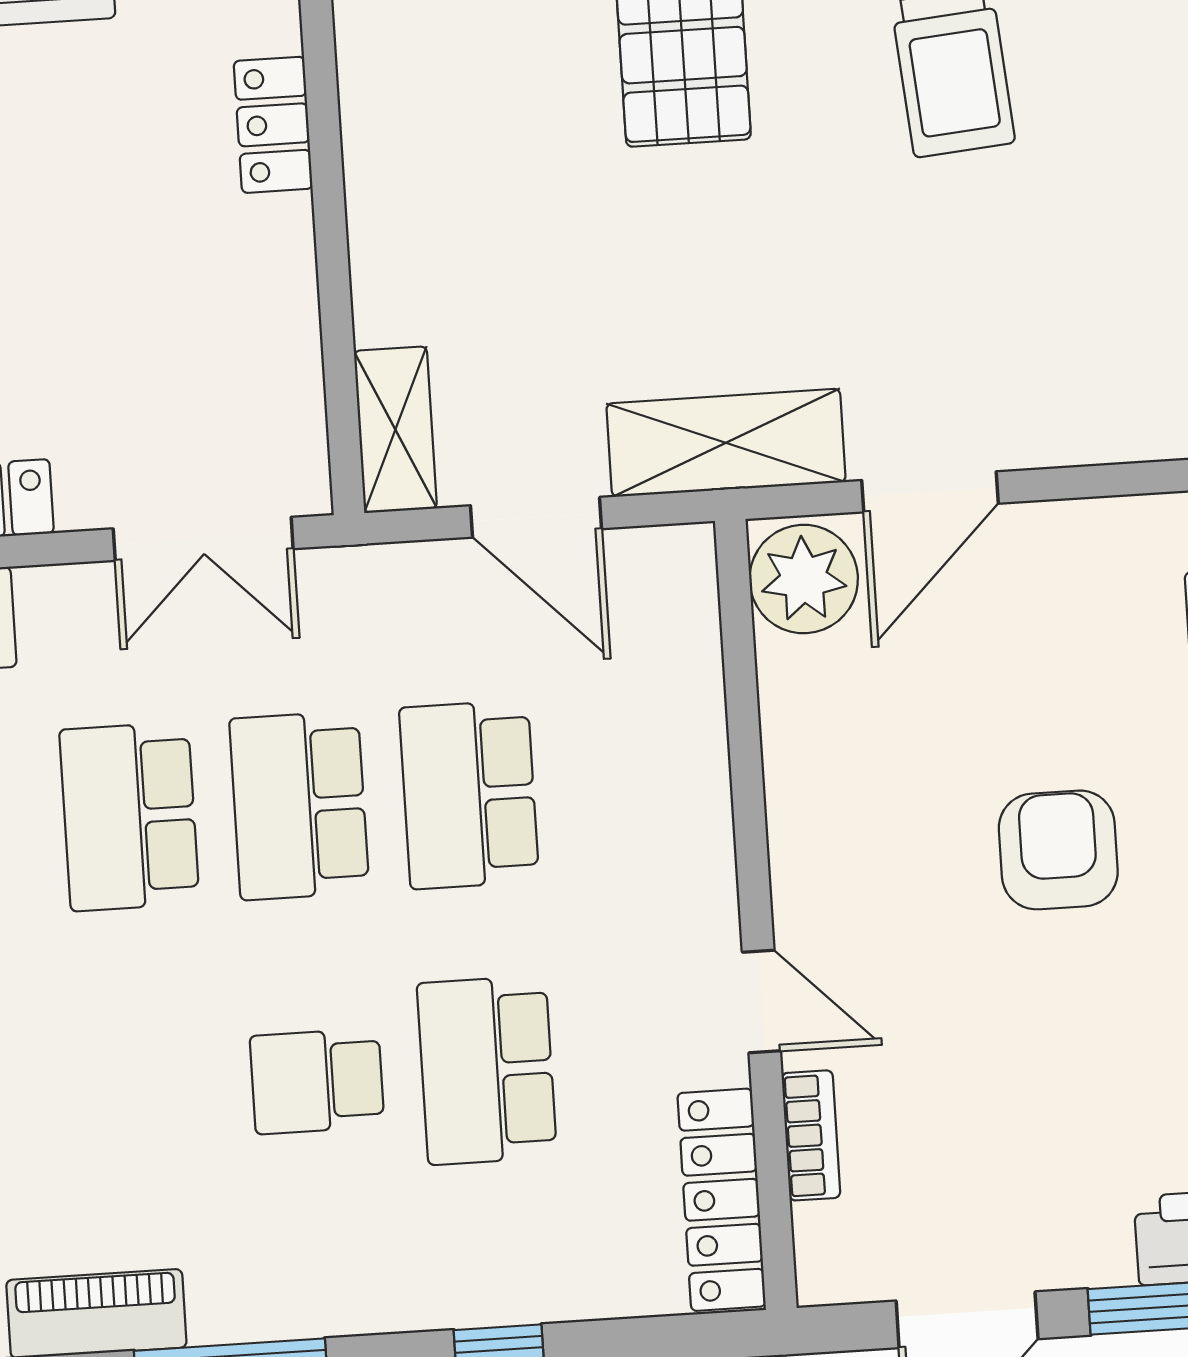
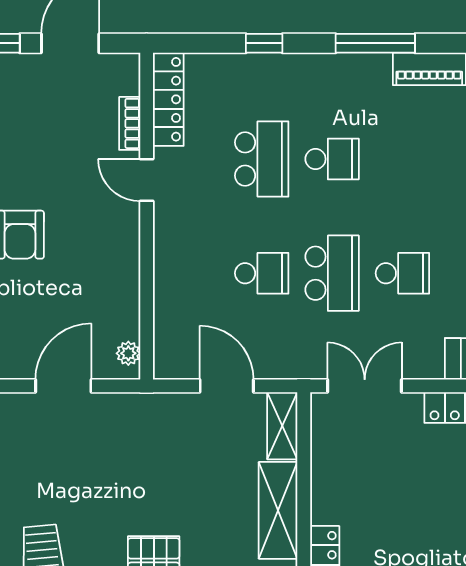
shelving: (726, 443) -> (278, 510), moved, turned 90
plant: (804, 579) -> (128, 353), width x0.53, depth x0.53
school desk: (469, 795) -> (262, 273), width x0.54
school desk: (129, 817) -> (402, 273), width x0.54

